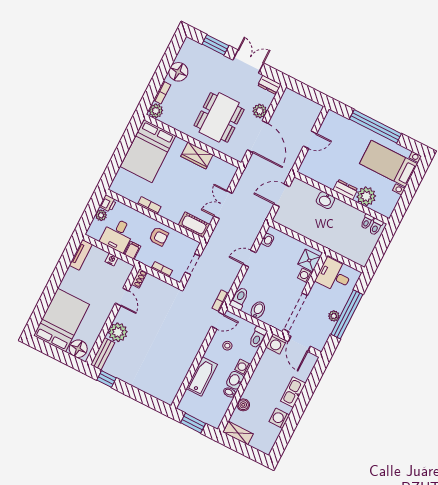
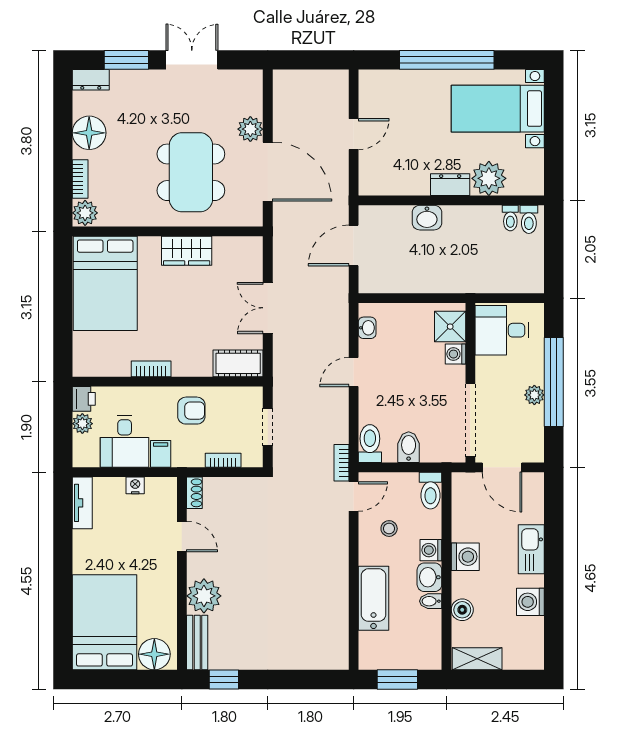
dresser: (269, 85) -> (91, 80), moved
washing machine: (276, 344) -> (465, 557), moved, turned -90

